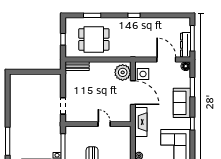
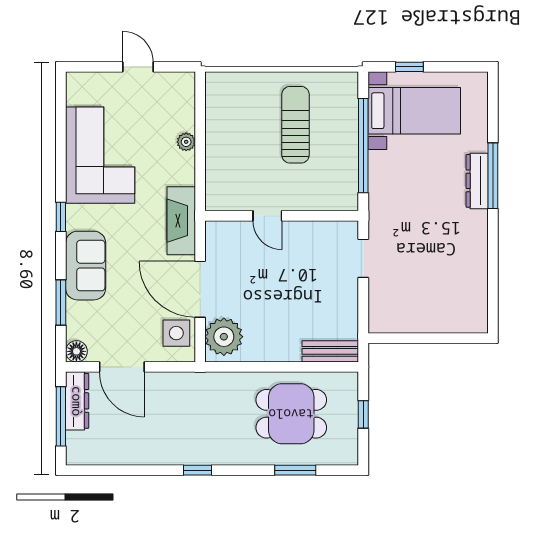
dresser: (14, 139) -> (477, 181), added

